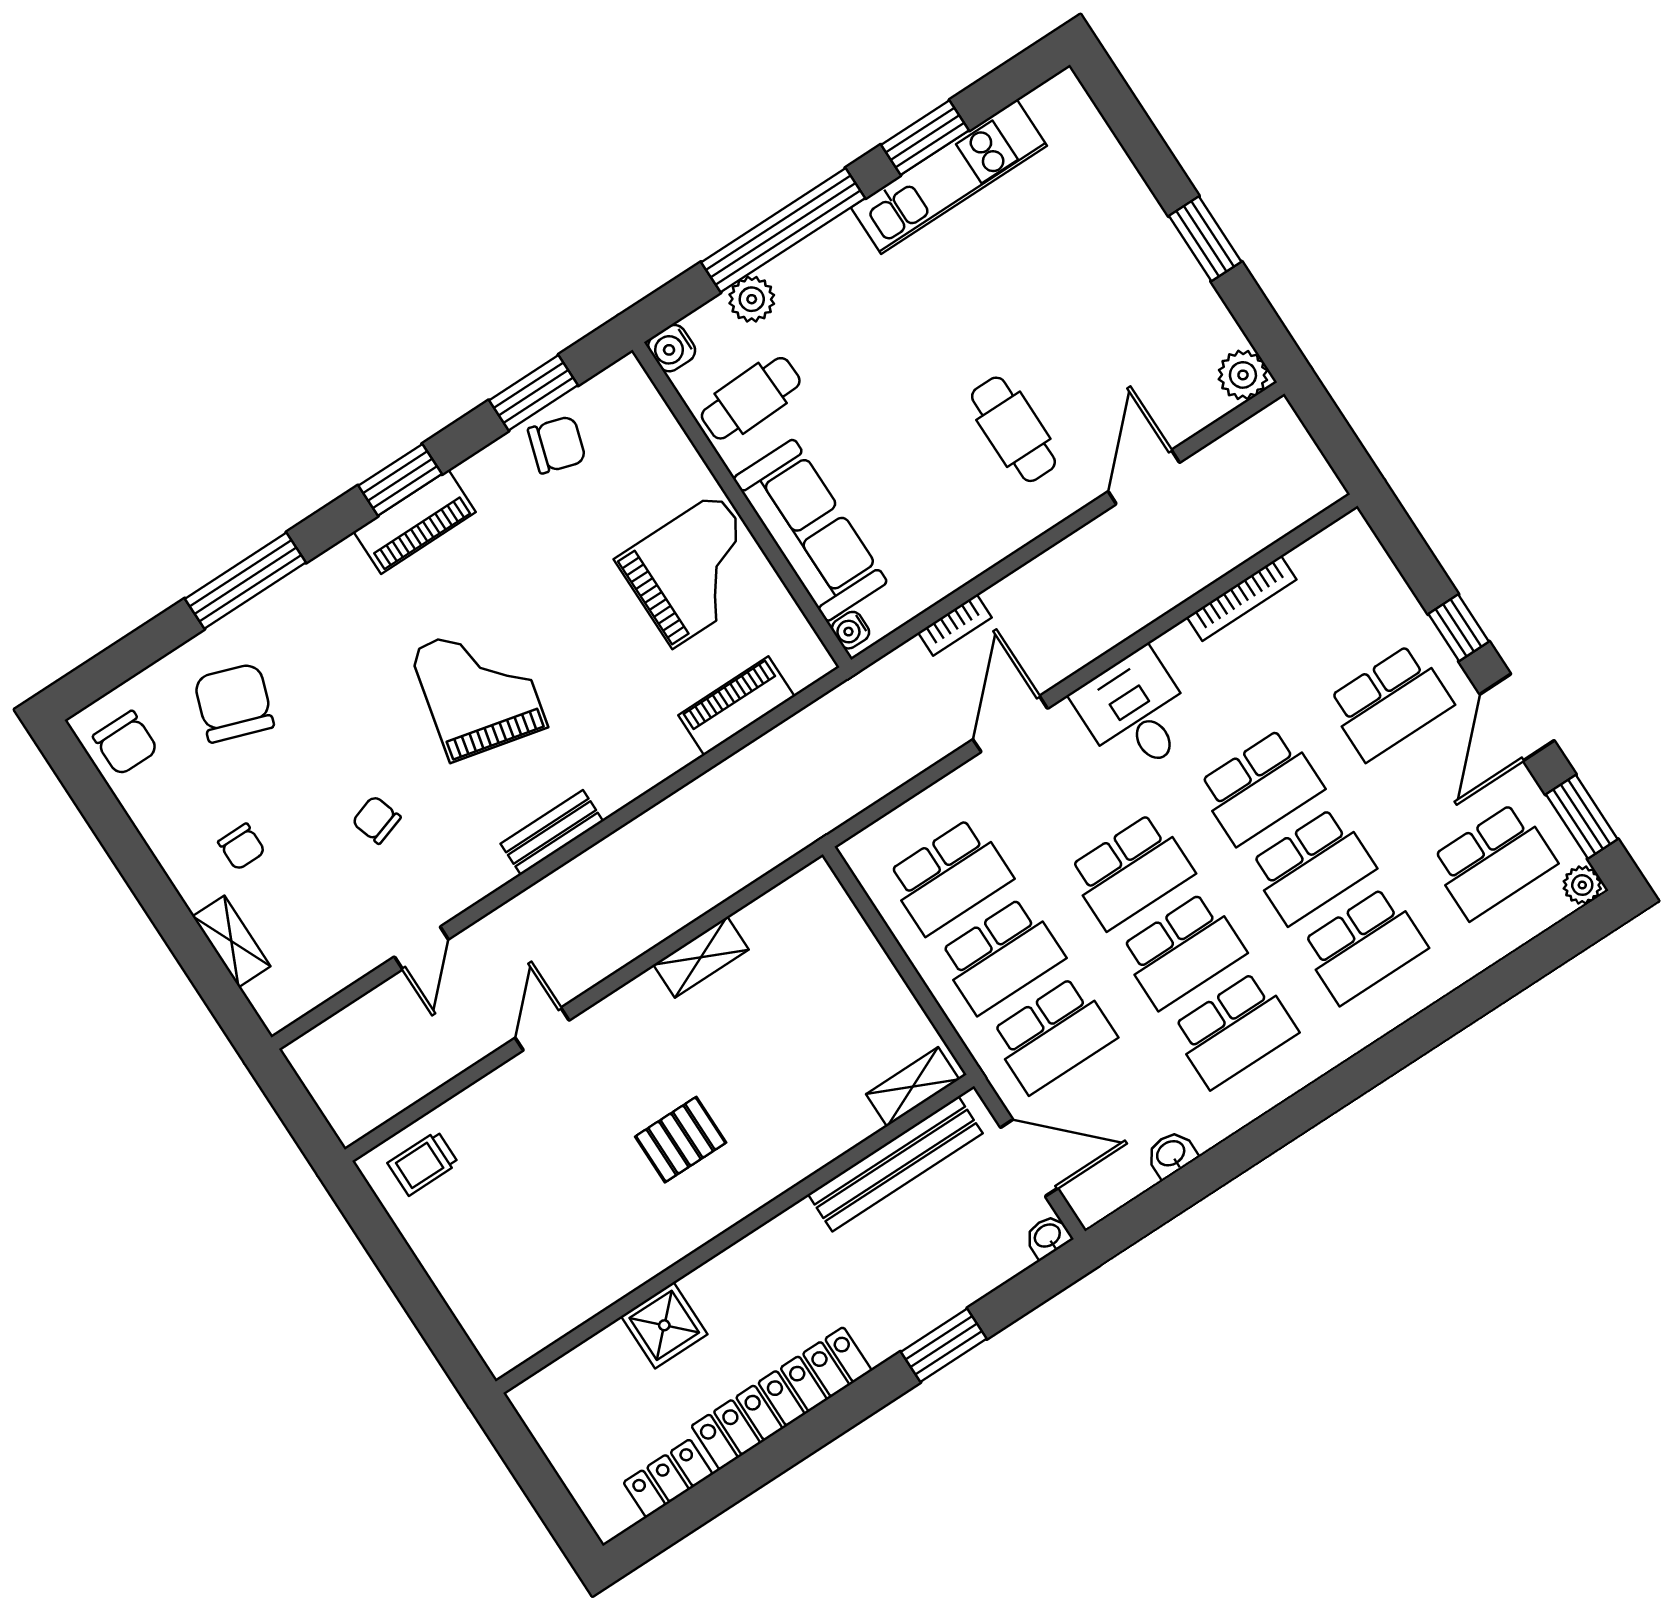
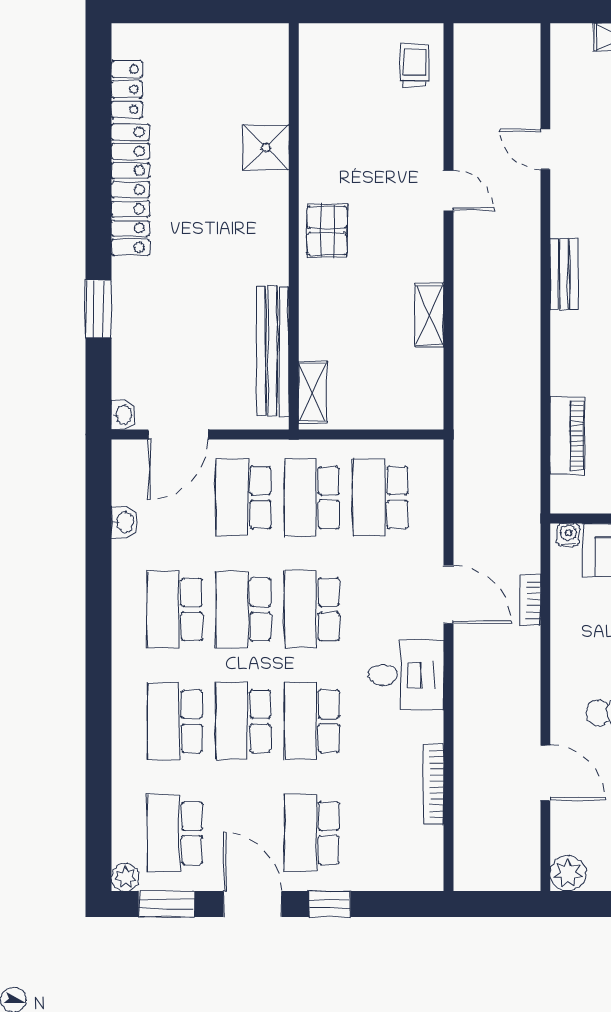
shelving: (913, 1087) -> (313, 392), moved
bench: (895, 1164) -> (273, 351), moved
wall: (735, 1234) -> (294, 226), moved
shower: (664, 1325) -> (266, 147), moved

